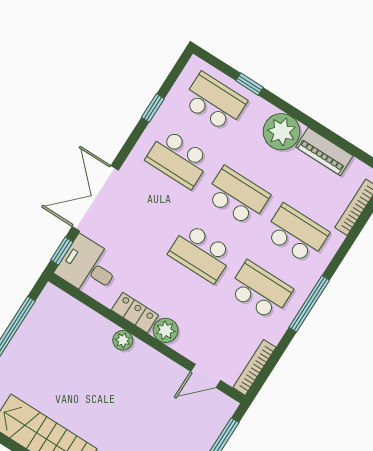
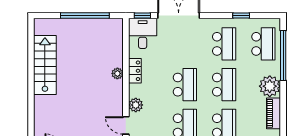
window: (249, 84) -> (283, 55), width x3.17
school desk: (178, 159) -> (224, 44), turned 180
school desk: (201, 253) -> (185, 85), turned 180
plant: (166, 330) -> (136, 105), moved

